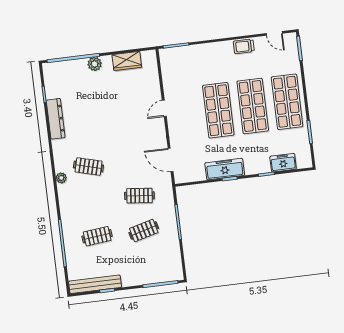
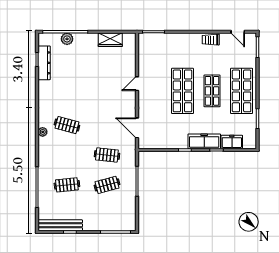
plant: (95, 64) -> (67, 39), moved
shop shelf: (253, 106) -> (212, 91), width x0.70, depth x0.74
dresser: (56, 119) -> (44, 63), moved
freezer: (225, 169) -> (204, 141), moved

